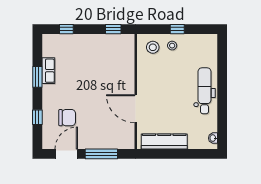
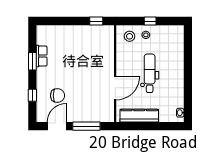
window: (66, 29) -> (57, 21), removed
dental chair: (205, 91) -> (150, 73), moved
door: (136, 109) -> (115, 88), swing flipped

